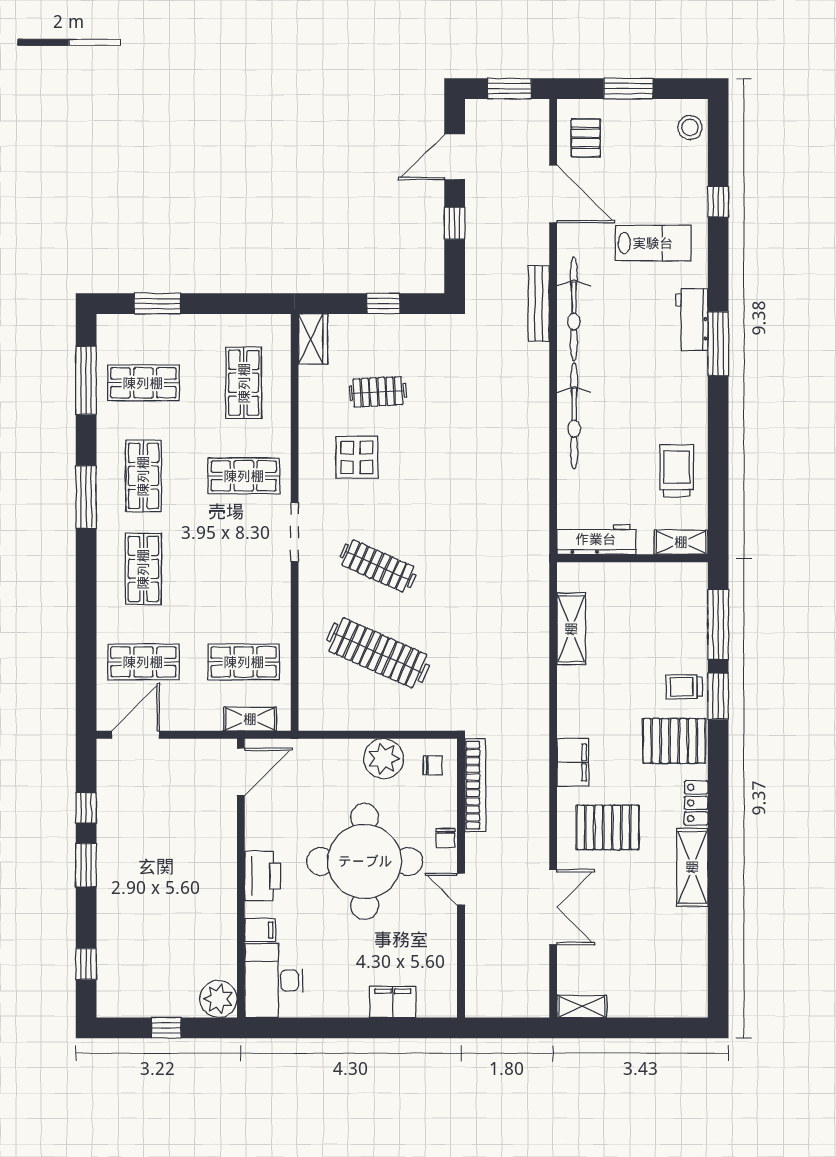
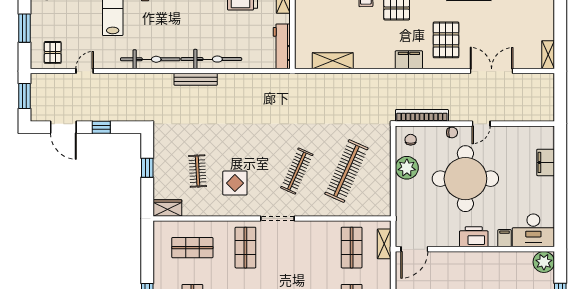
pallet: (586, 138) -> (53, 52), turned 90
door: (553, 194) -> (85, 71), width x0.53
bench: (539, 303) -> (196, 79), moved
door: (241, 772) -> (414, 249), swing flipped

